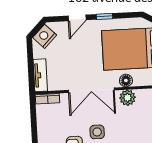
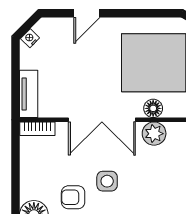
window: (104, 16) -> (127, 13), removed
nightstand: (45, 36) -> (30, 38), width x0.53, depth x0.56

